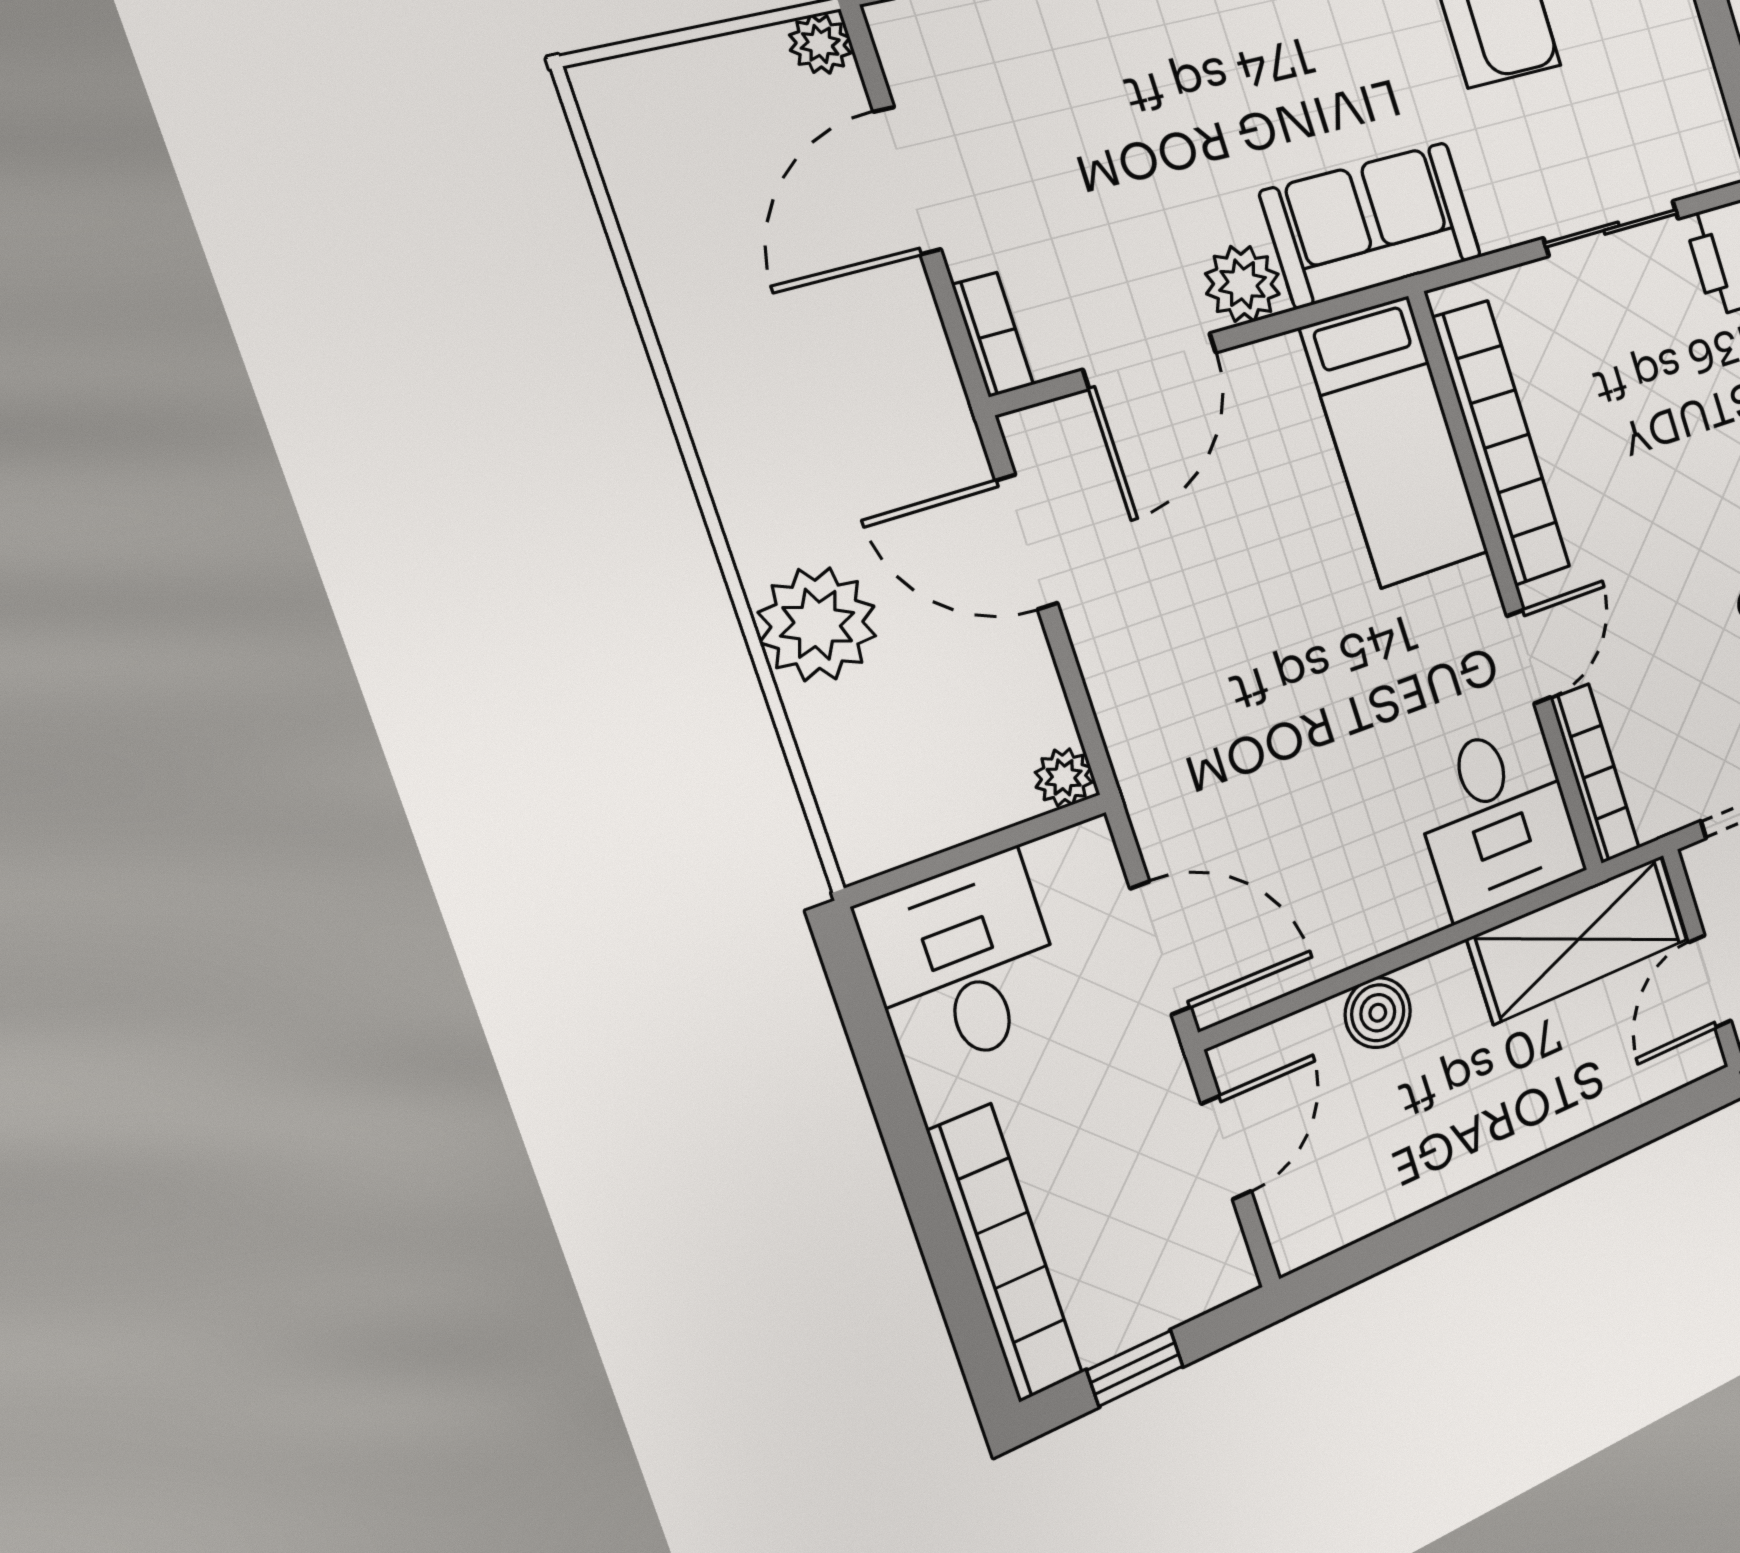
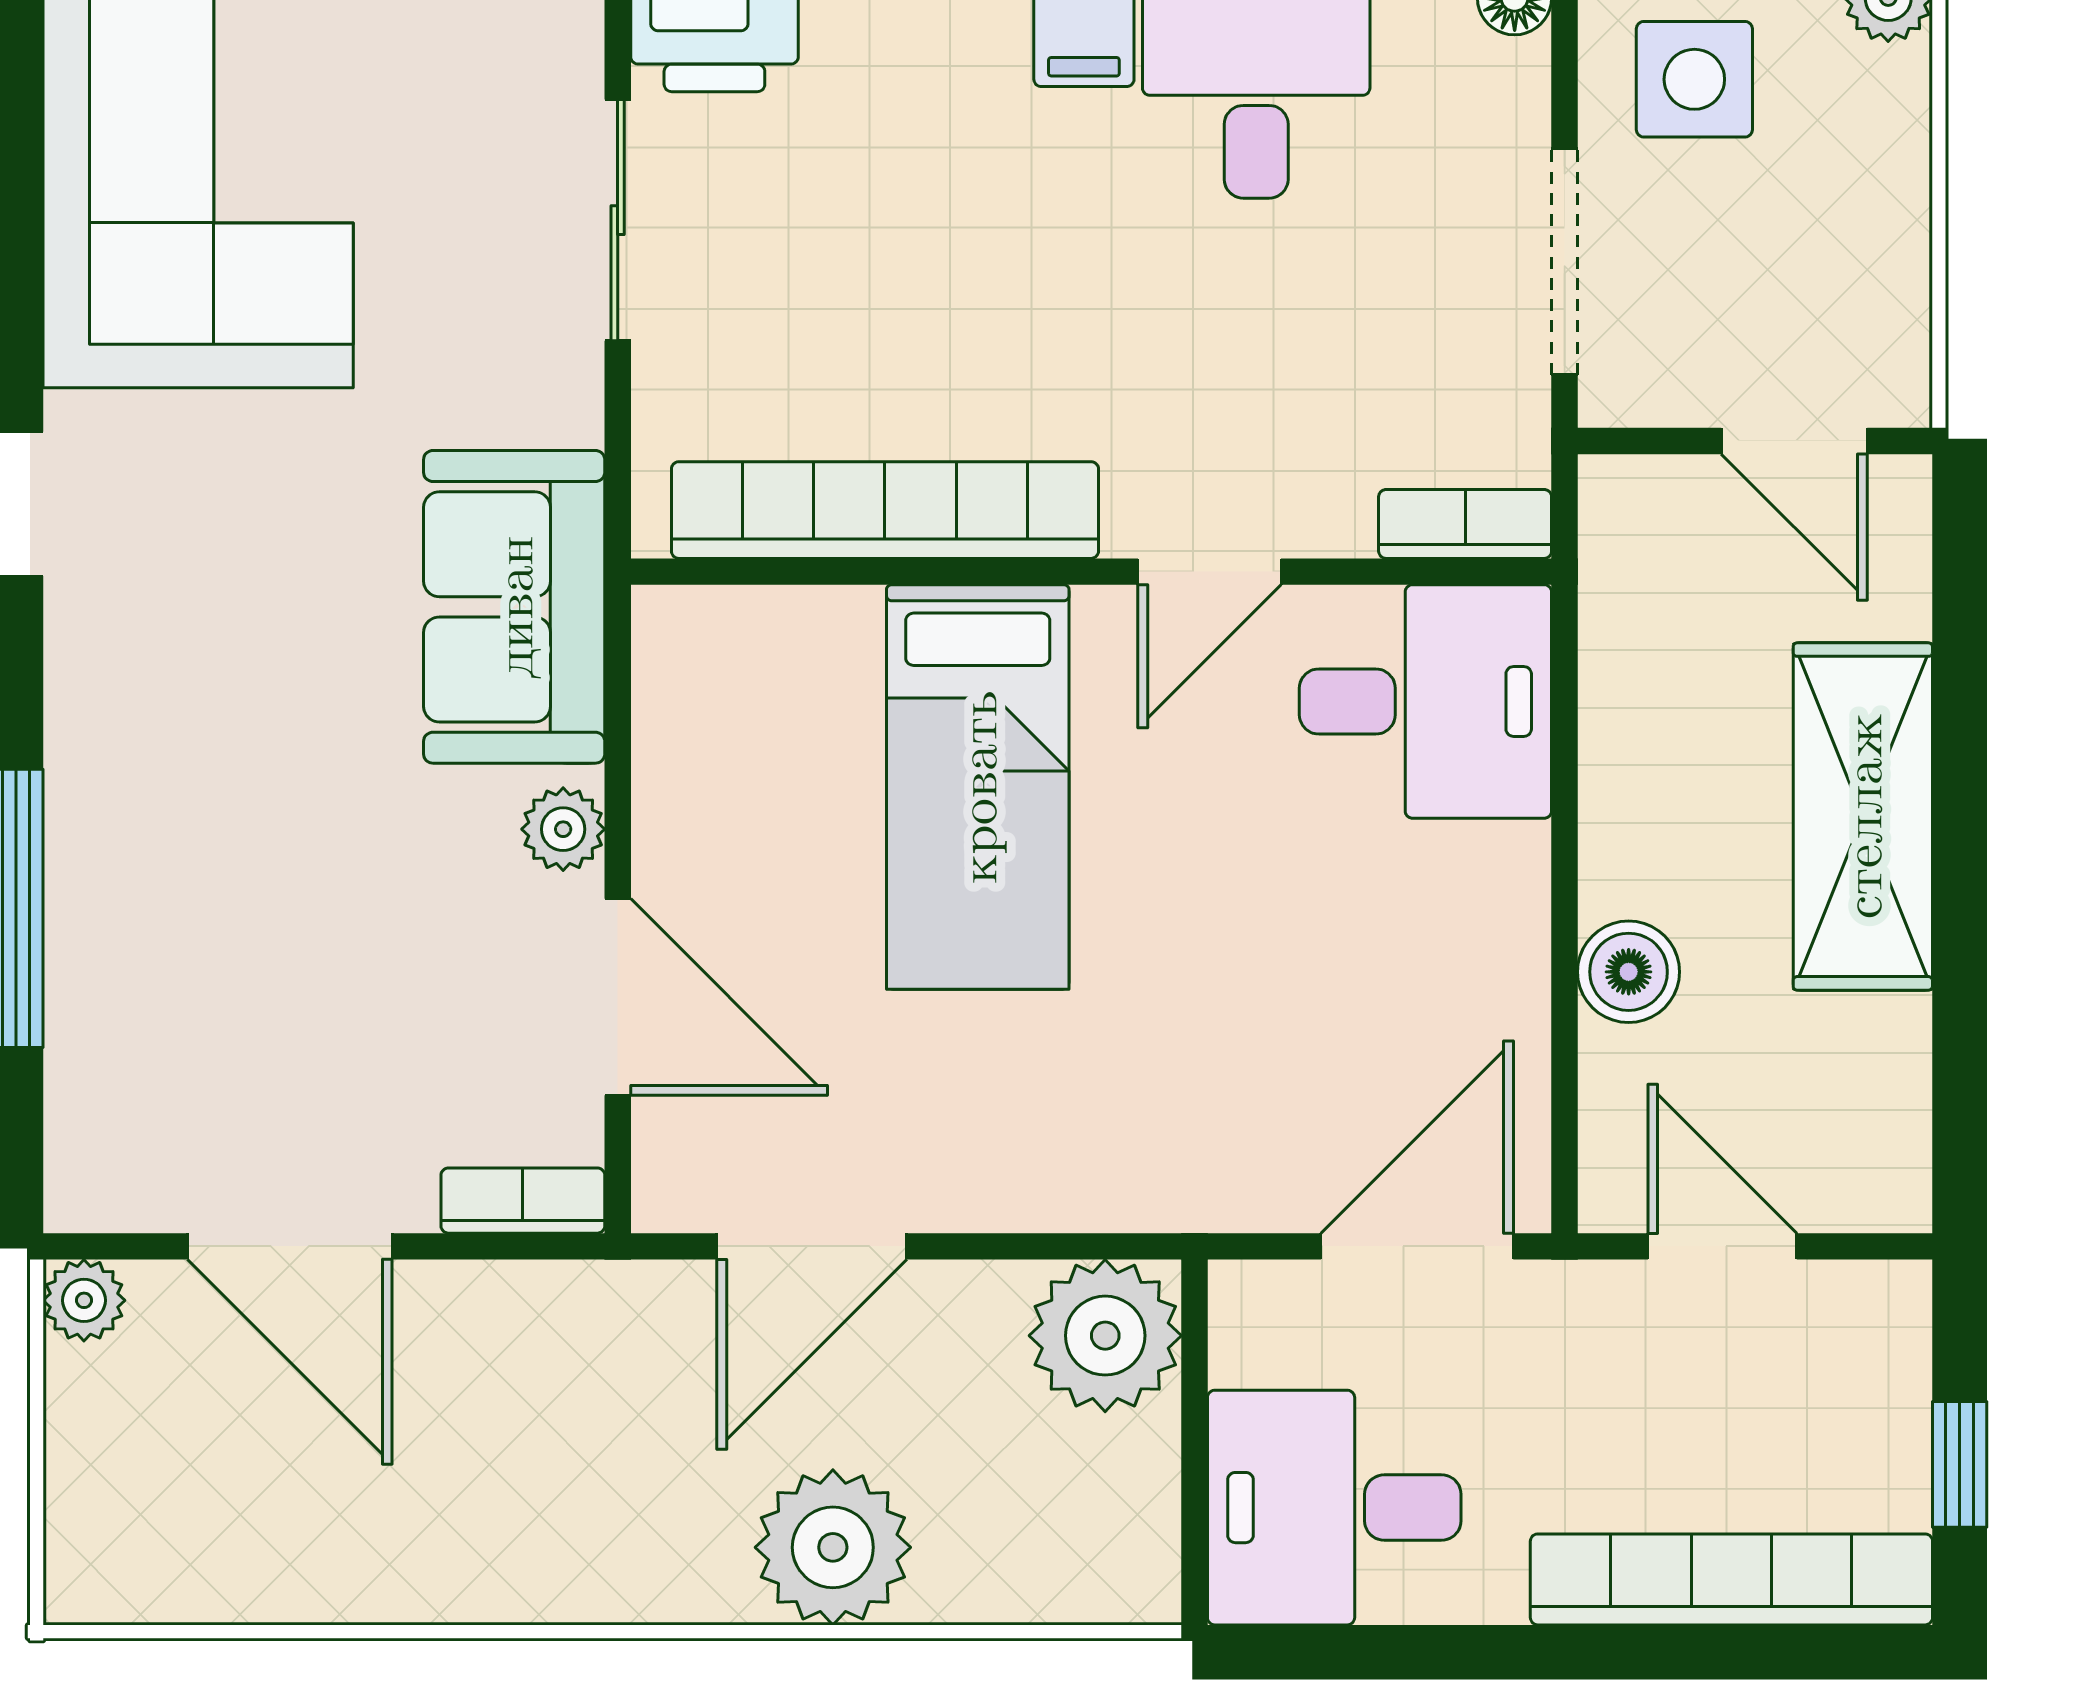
plant: (1243, 284) -> (563, 829), width x0.73, depth x0.73
bed: (1395, 441) -> (978, 787), moved, turned 90
door: (1529, 657) -> (1209, 572), swing flipped
bookcase: (1595, 774) -> (1465, 524), width x0.64
plant: (1064, 777) -> (1105, 1336), width x1.87, depth x1.87
shelving: (1579, 939) -> (1863, 816), moved

